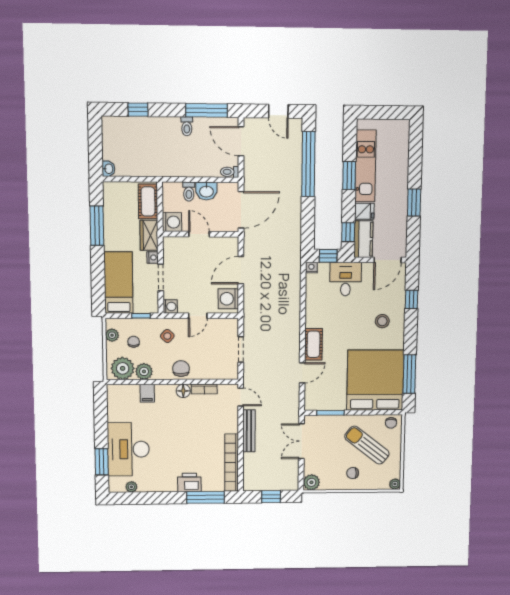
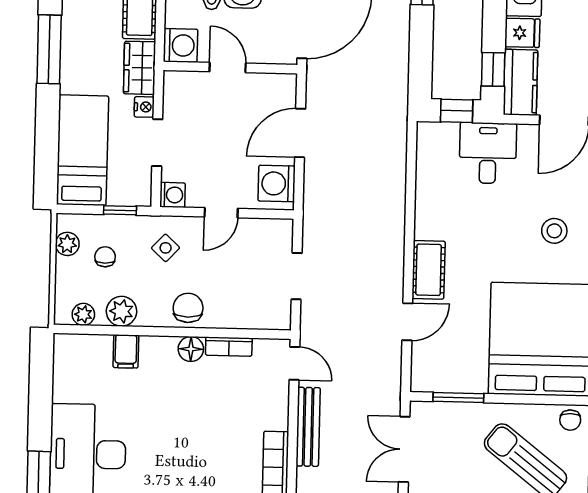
nightstand: (311, 268) -> (426, 131), removed
plant: (123, 368) -> (83, 314), width x0.53, depth x0.53

